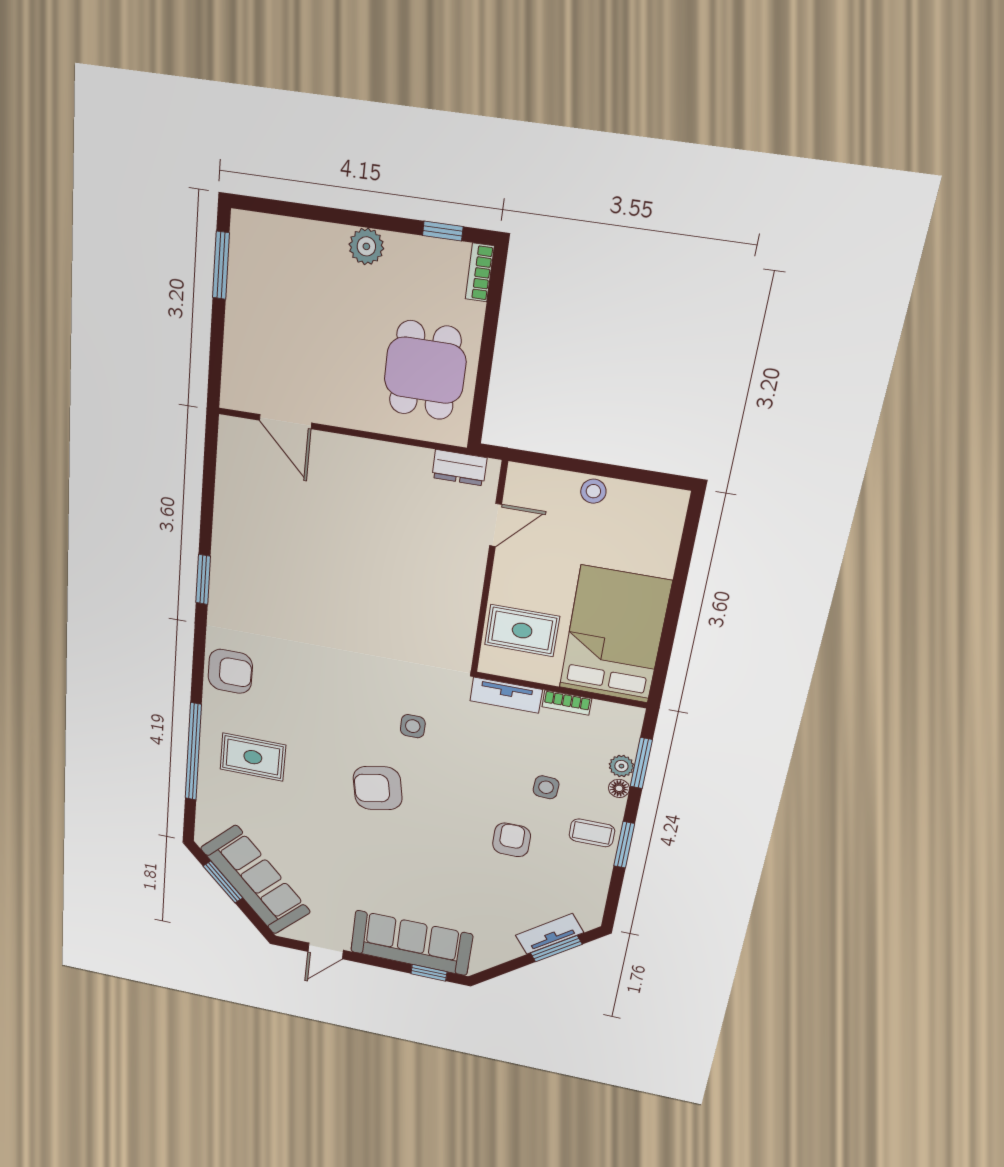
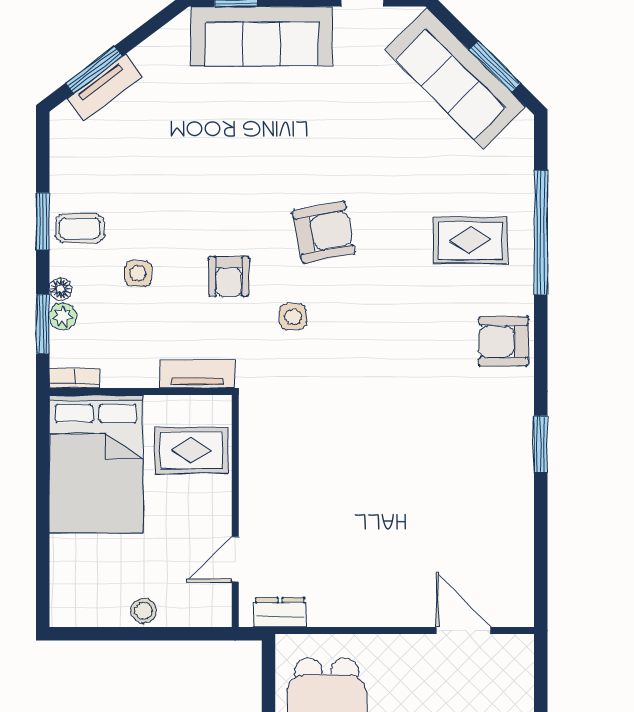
bookcase: (567, 703) -> (74, 378), moved
armchair: (512, 840) -> (229, 276), moved

